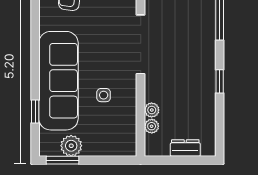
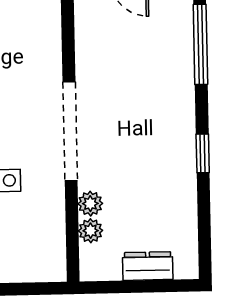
doorway: (141, 44) -> (70, 131), moved

